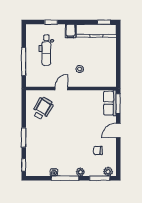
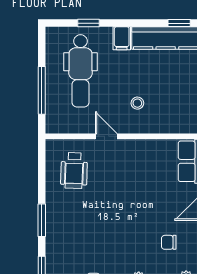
dental chair: (46, 50) -> (80, 71), width x1.36, depth x1.38
door: (61, 88) -> (106, 136), hinge flipped
wheelchair: (43, 108) -> (74, 170), turned 152

